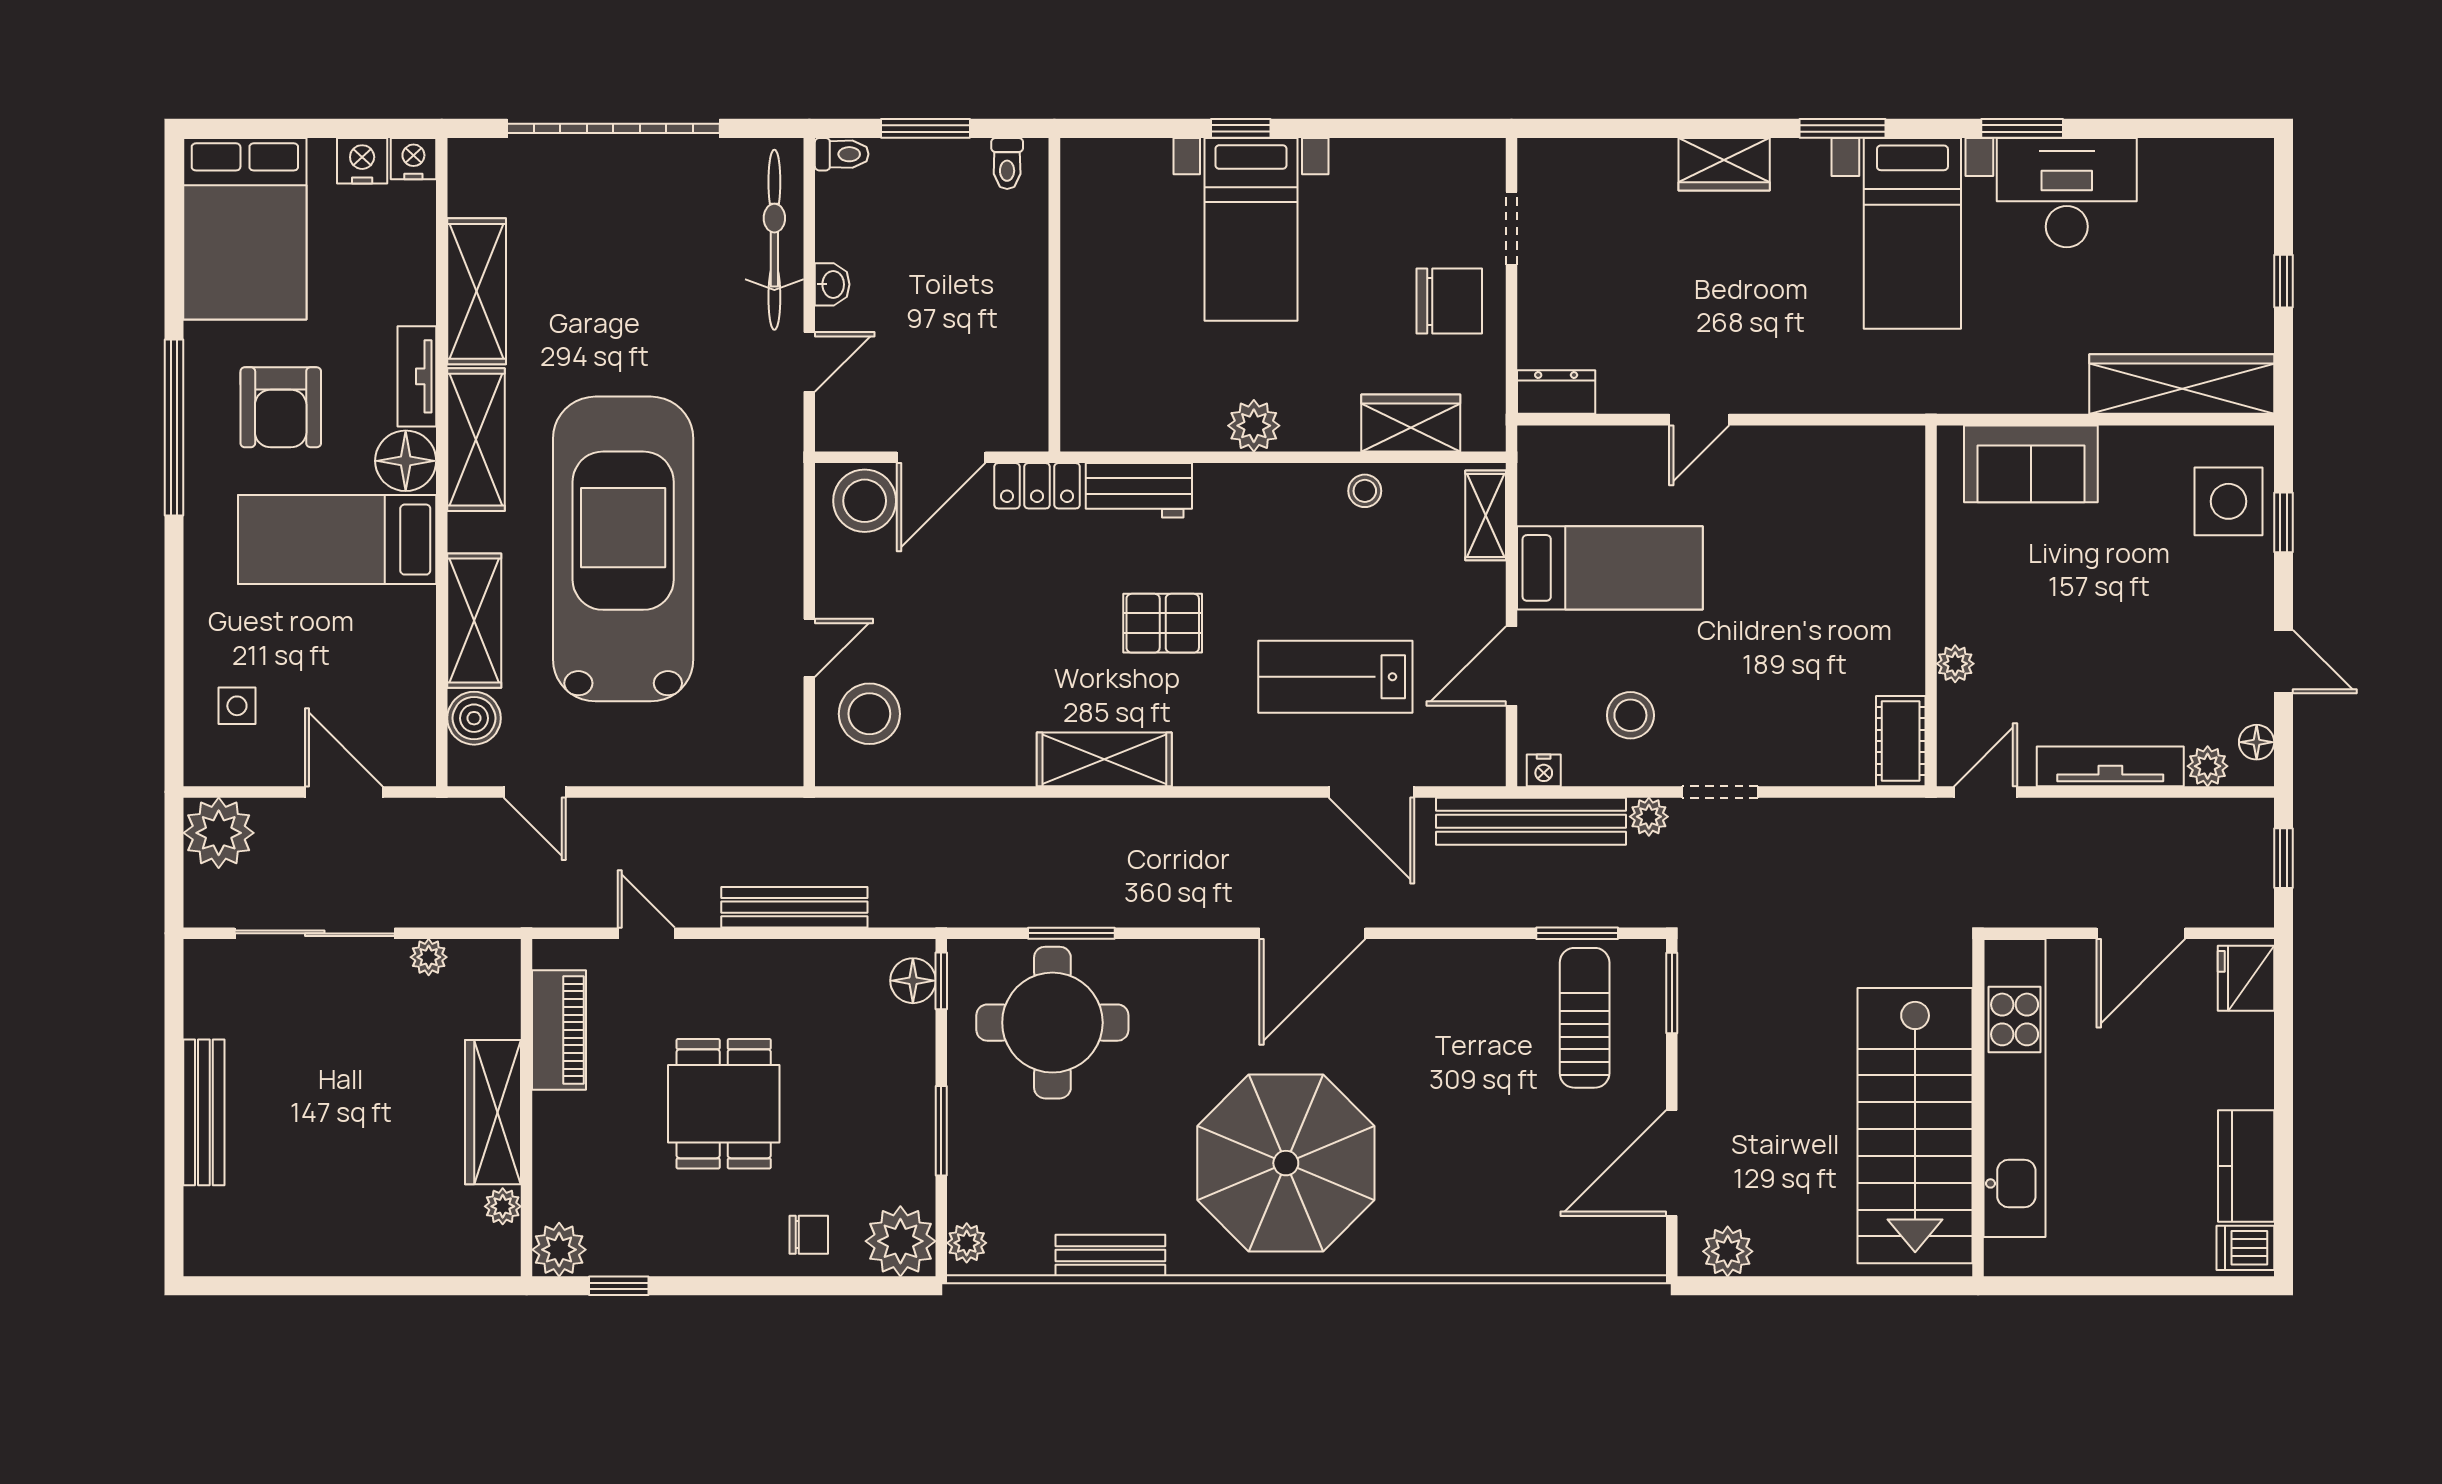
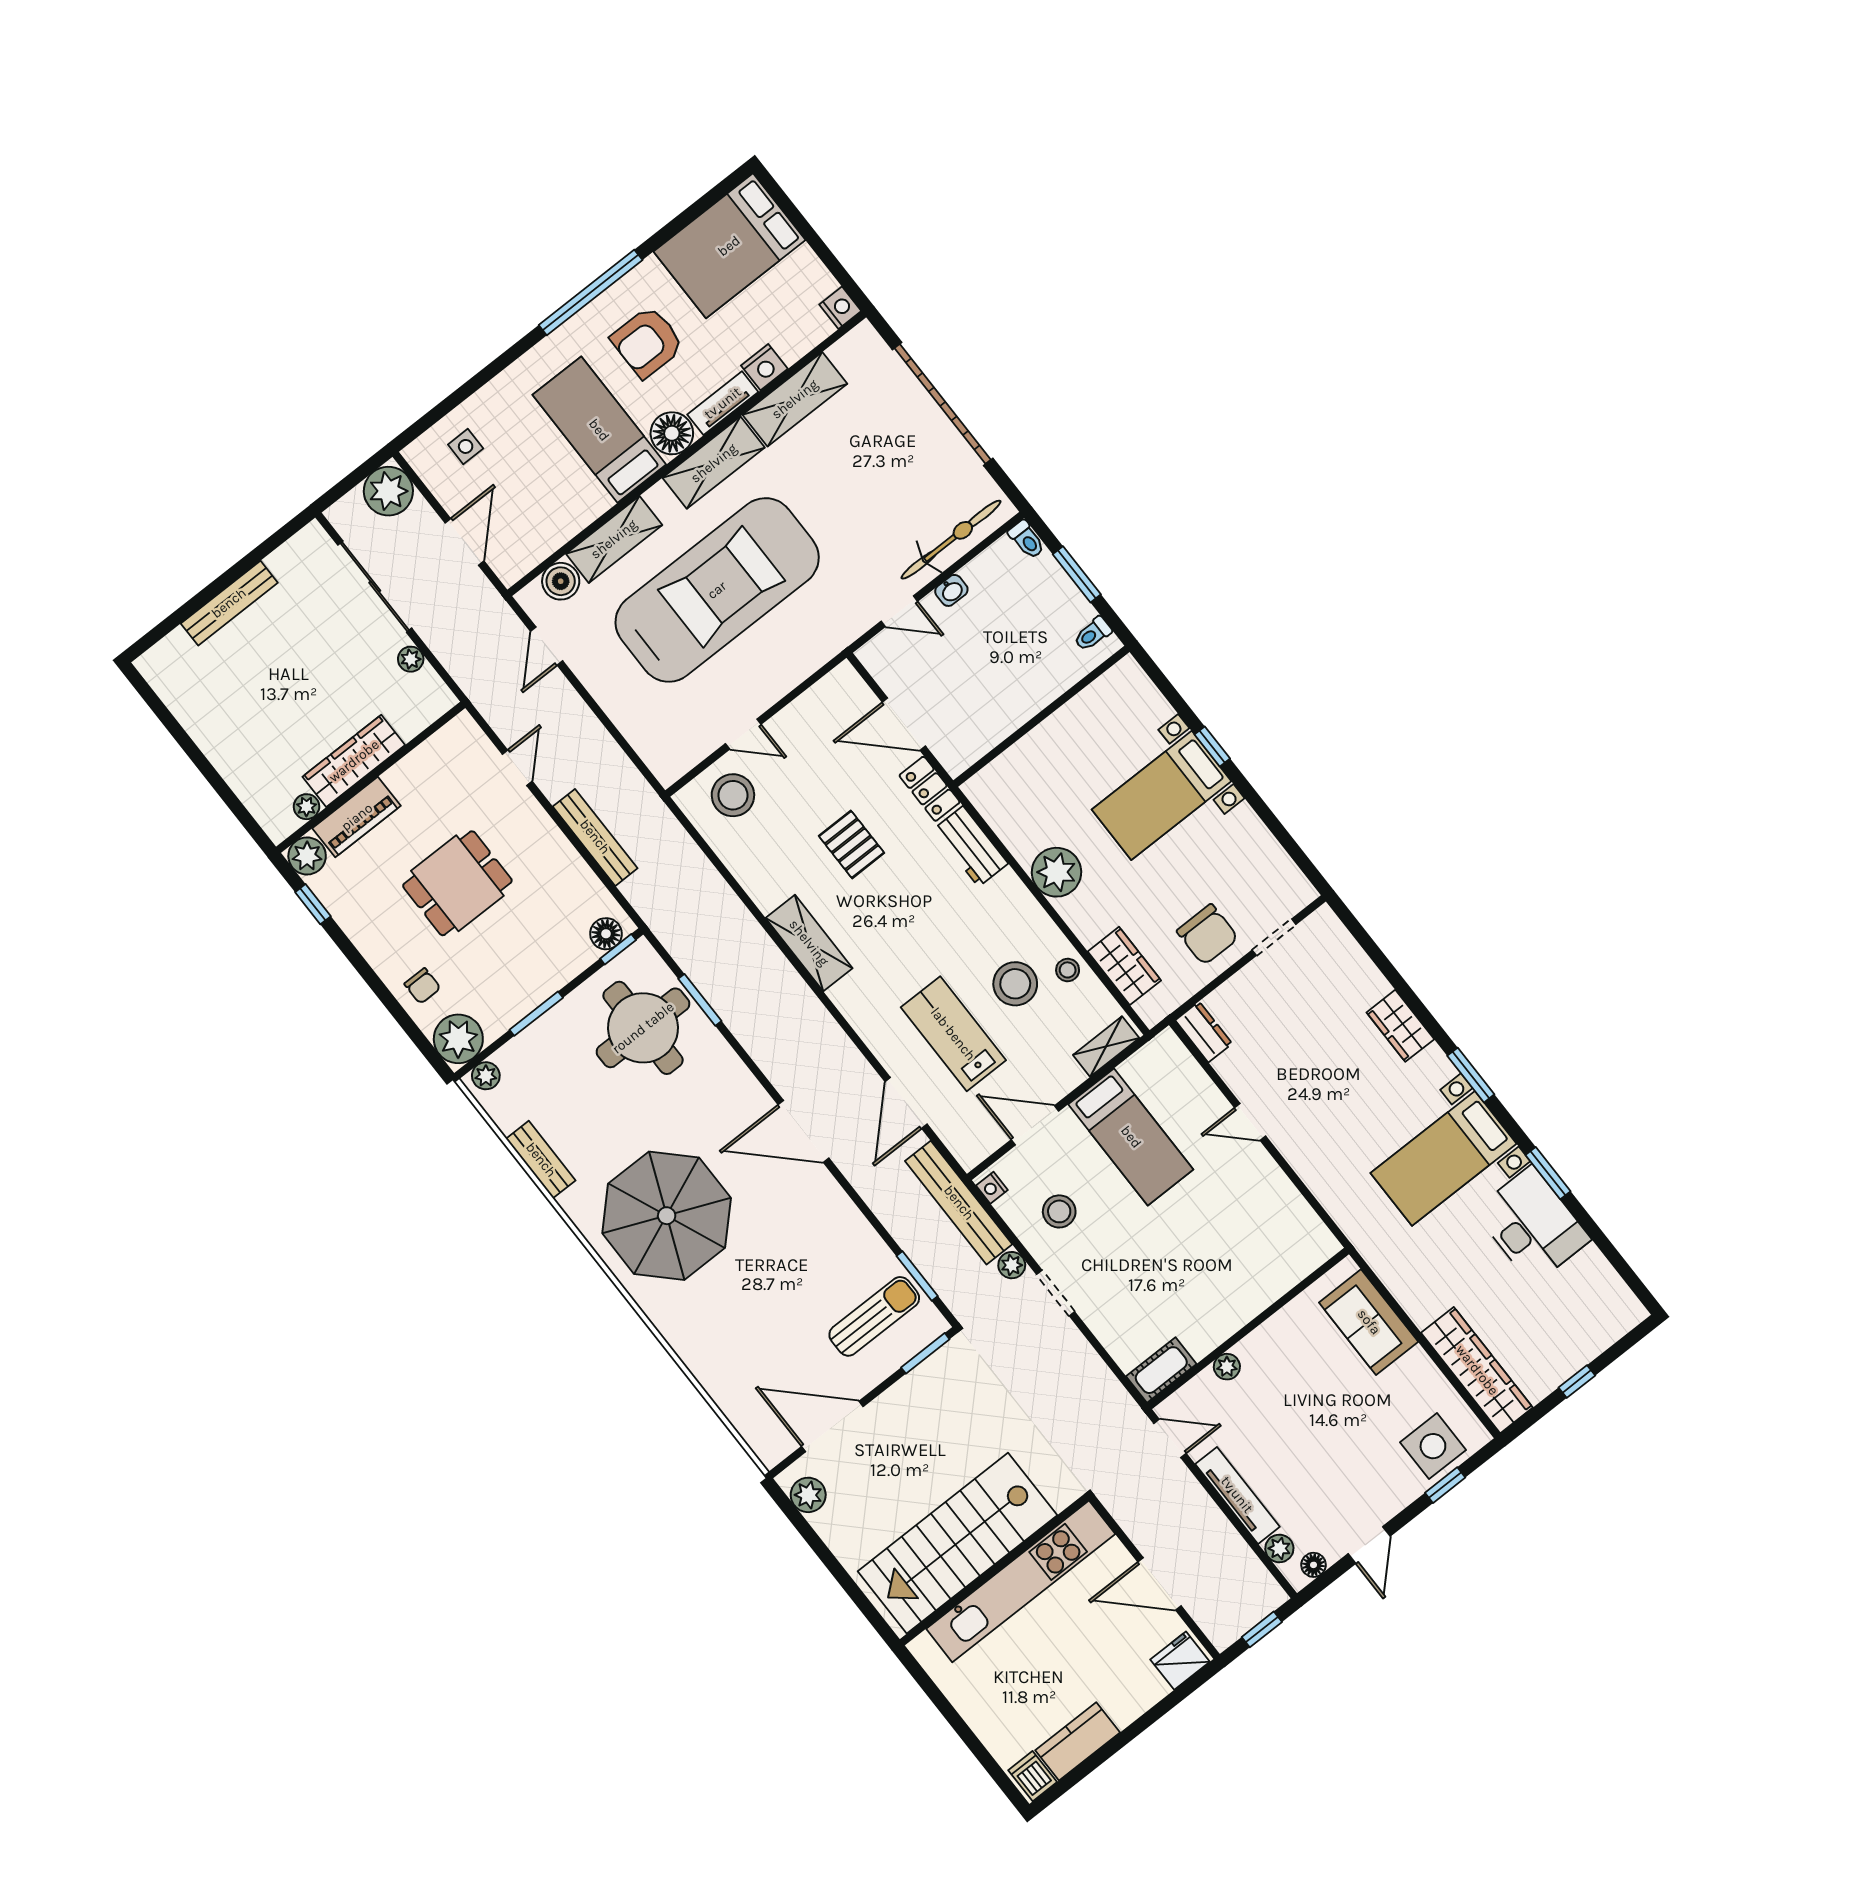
nightstand: (362, 161) -> (764, 367), moved, turned 90
plant: (1254, 426) -> (1057, 872), width x1.36, depth x1.36
stool: (865, 501) -> (1015, 984), moved
pallet: (1163, 623) -> (851, 844), moved
piano: (559, 1030) -> (357, 817), moved

